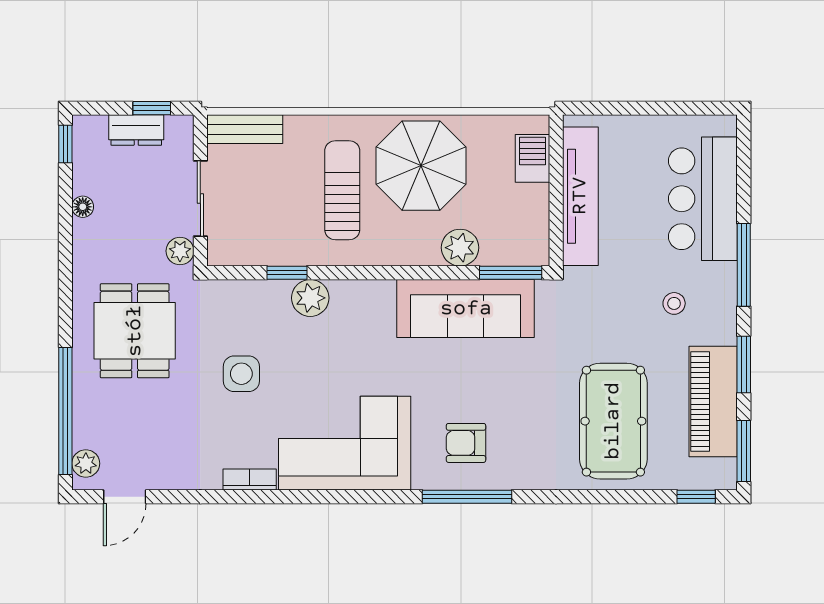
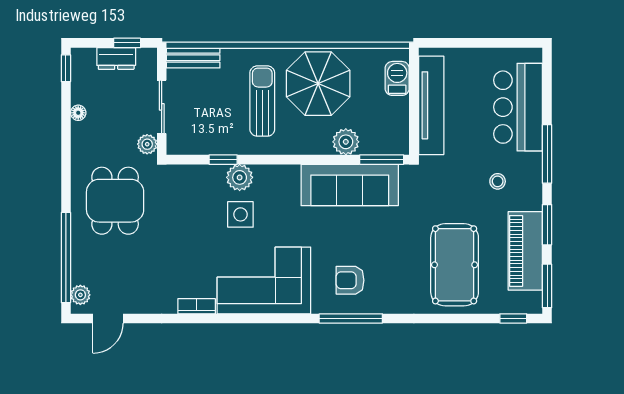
side table: (241, 374) -> (240, 214), moved

